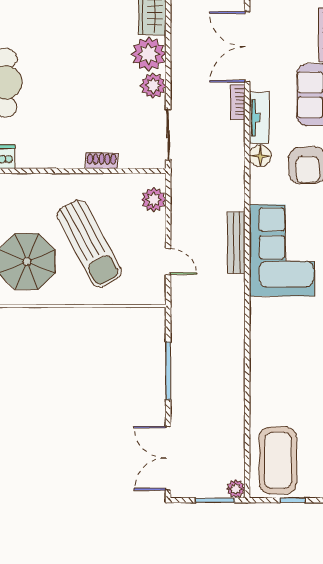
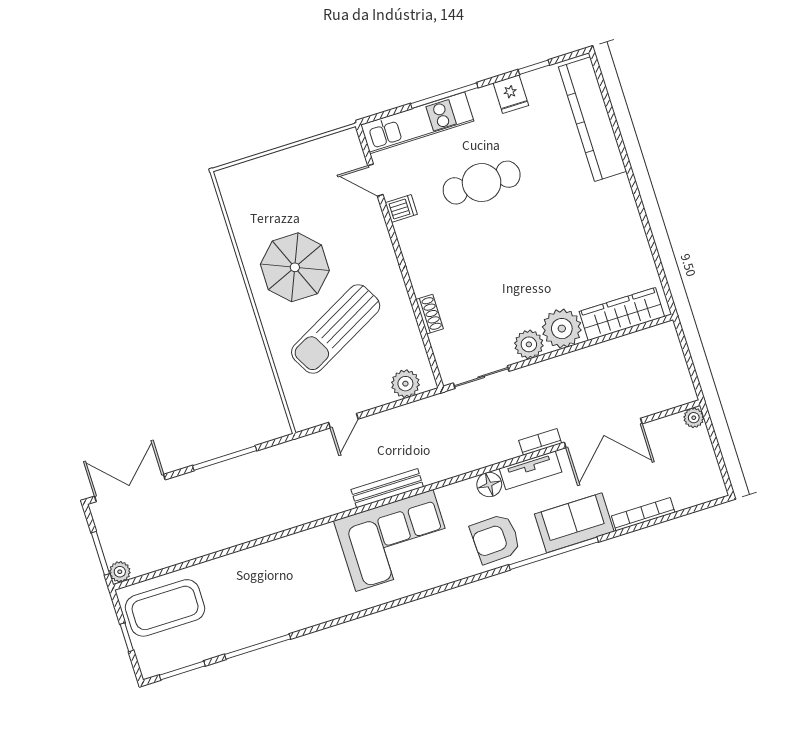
double door: (247, 47) -> (603, 433), swing flipped

